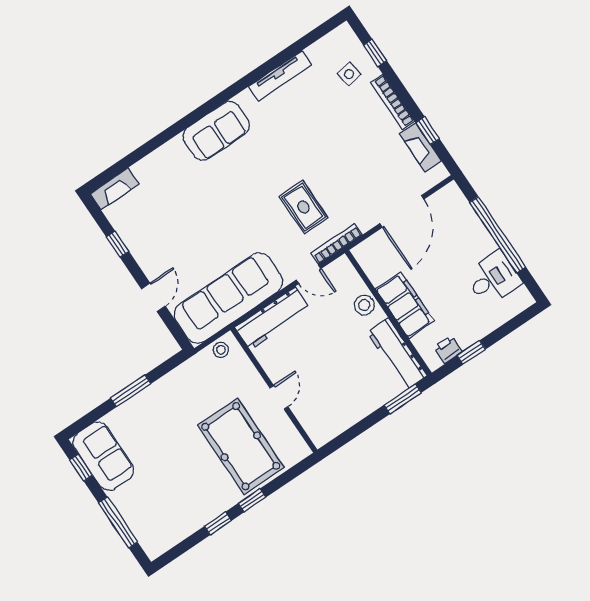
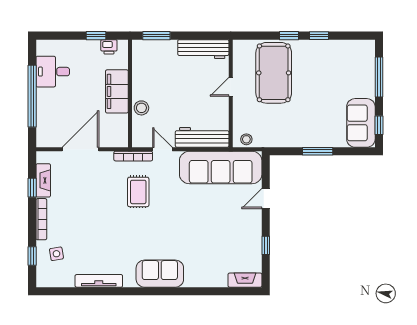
workbench: (397, 354) -> (203, 49), moved, turned 90

